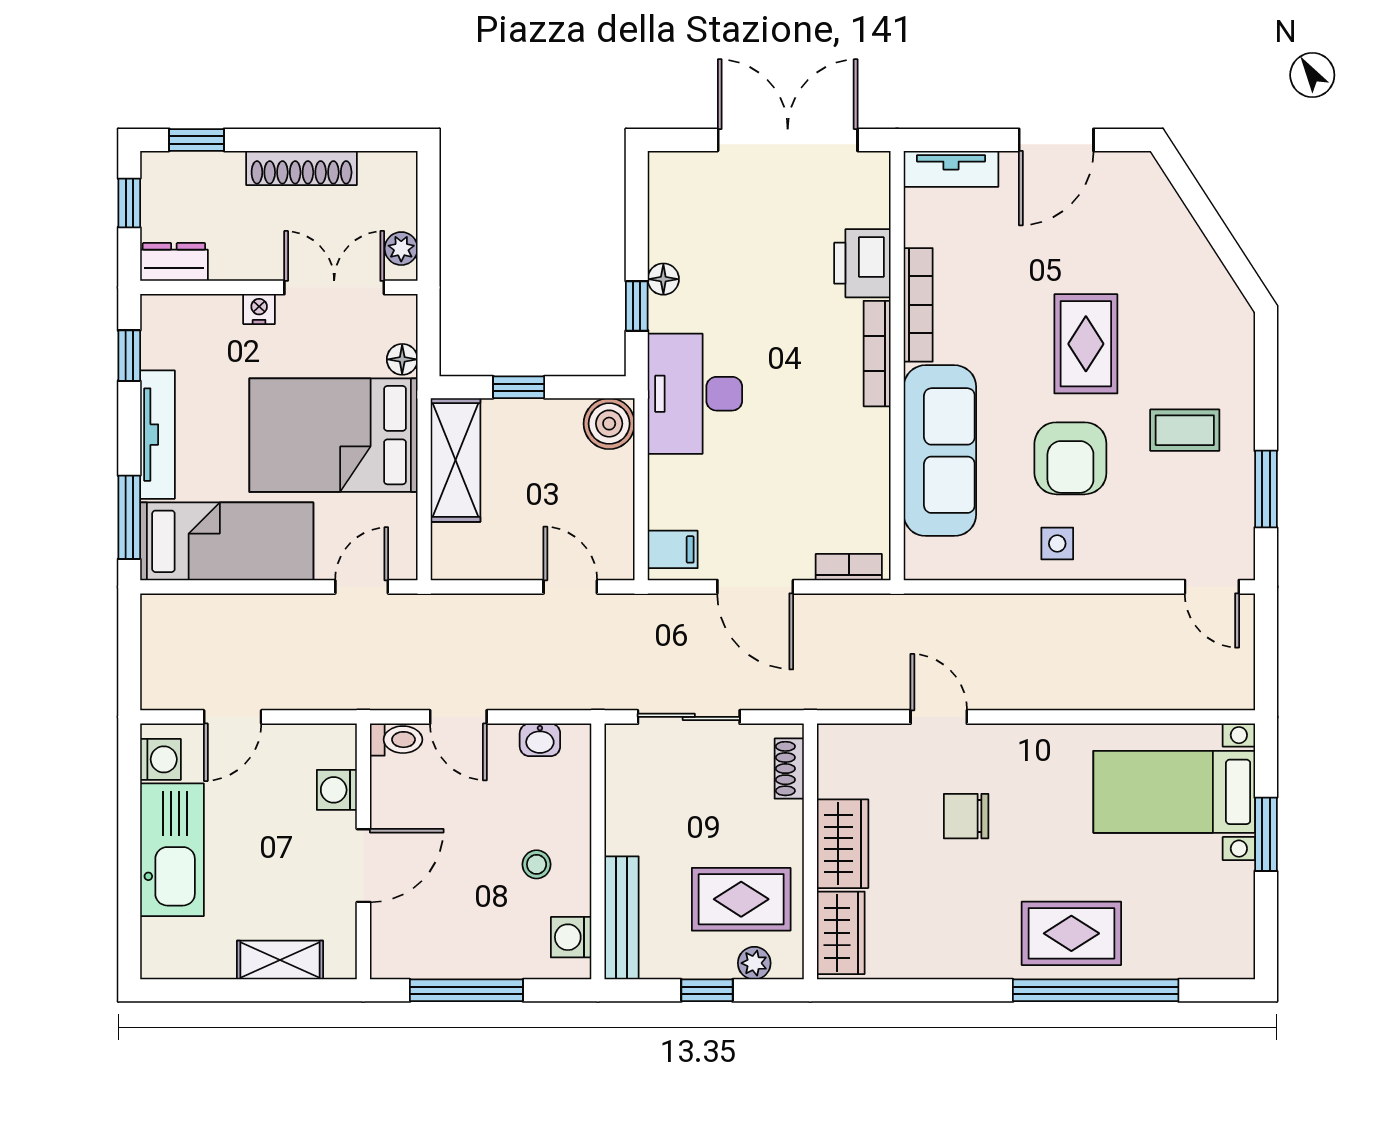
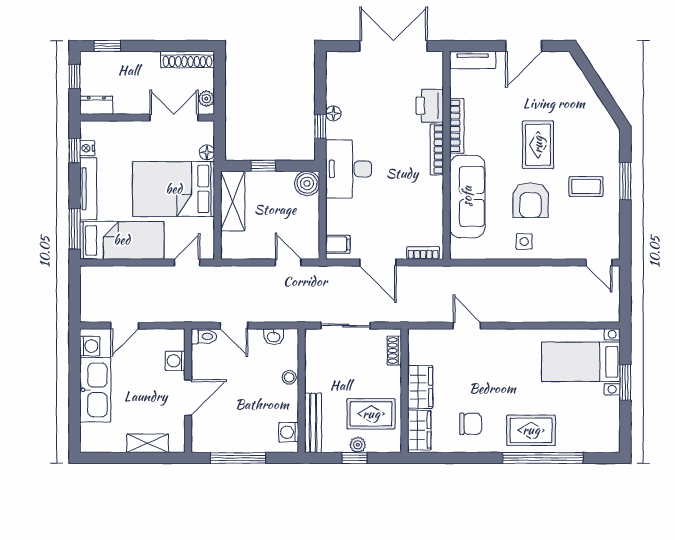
shoe rack: (302, 168) -> (187, 60), moved
nightstand: (259, 309) -> (87, 148), moved, turned -90
window: (1266, 489) -> (625, 181), moved
chair: (966, 816) -> (471, 424), moved, turned 180
stool: (537, 864) -> (289, 377), moved
plant: (754, 963) -> (358, 445), moved

